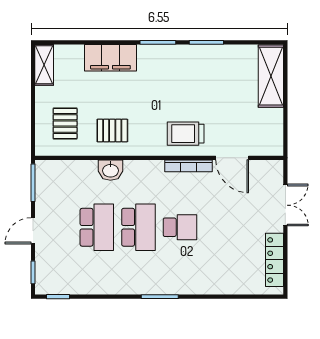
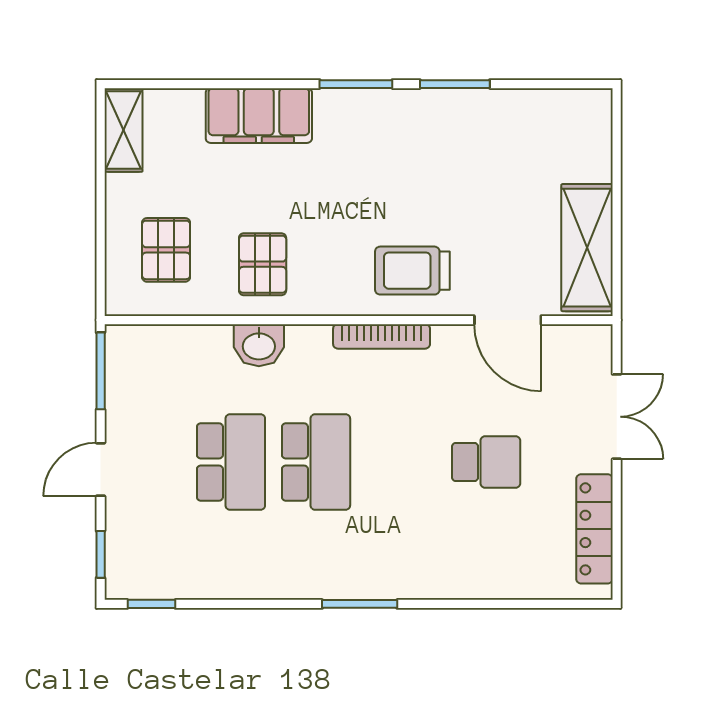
shelving: (271, 76) -> (587, 248), moved
pallet: (112, 131) -> (263, 264), turned 90
bookcase: (188, 166) -> (382, 336), moved
school desk: (180, 227) -> (486, 462), moved

